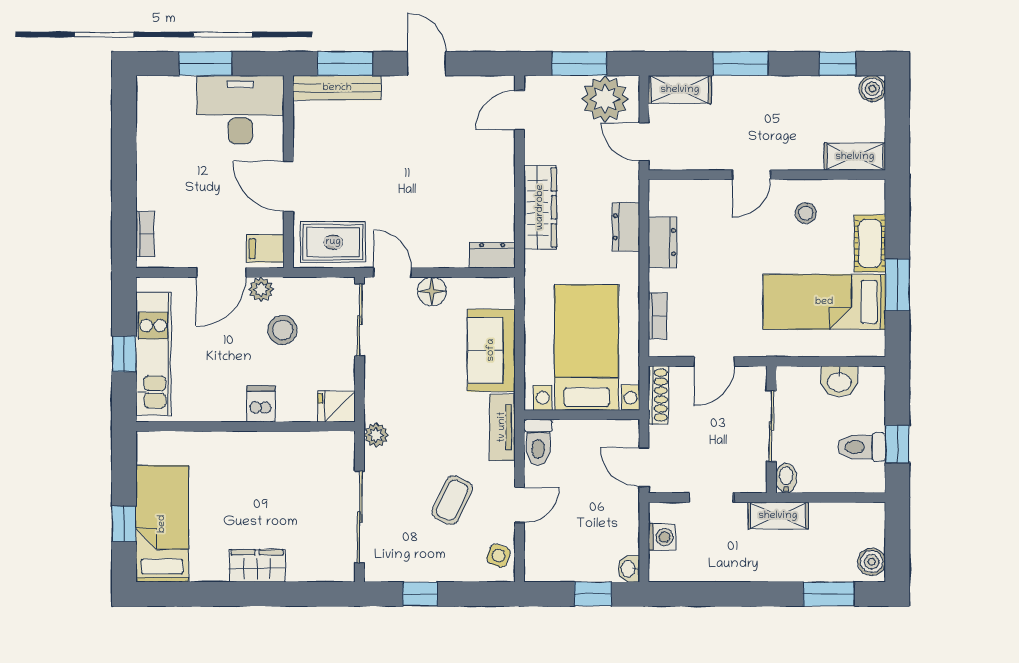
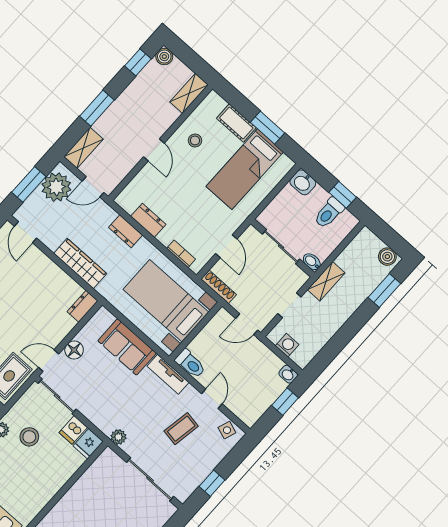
washbasin: (839, 381) -> (303, 182), moved, turned 90
dishwasher: (261, 404) -> (73, 430), moved, turned -90
coffee table: (452, 500) -> (181, 429), turned 74

